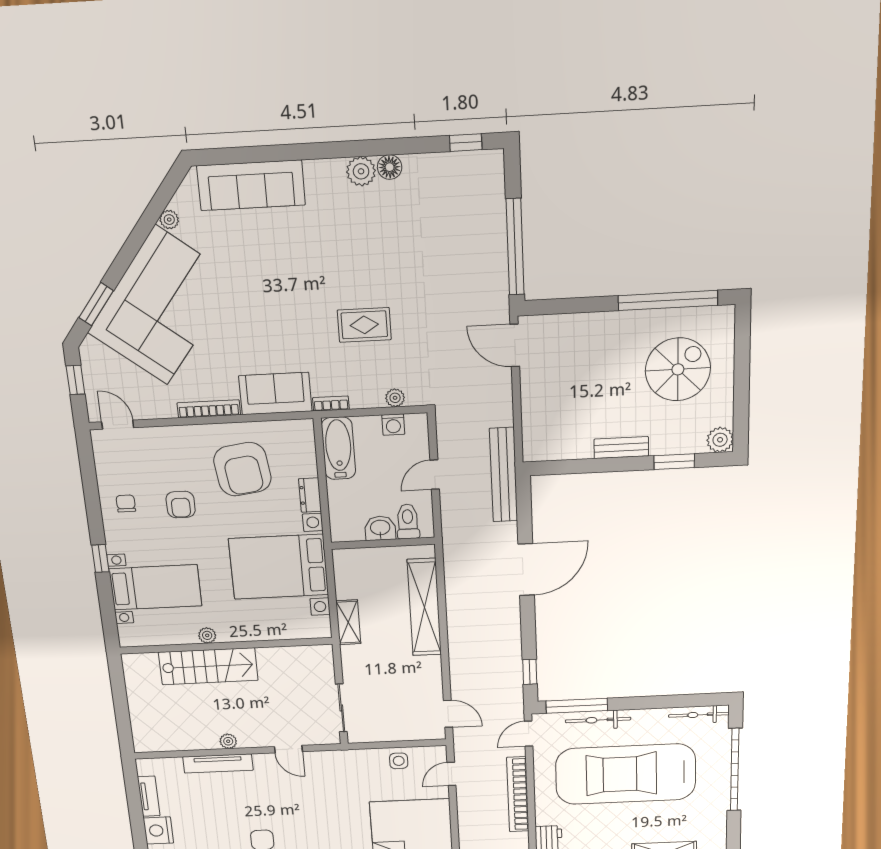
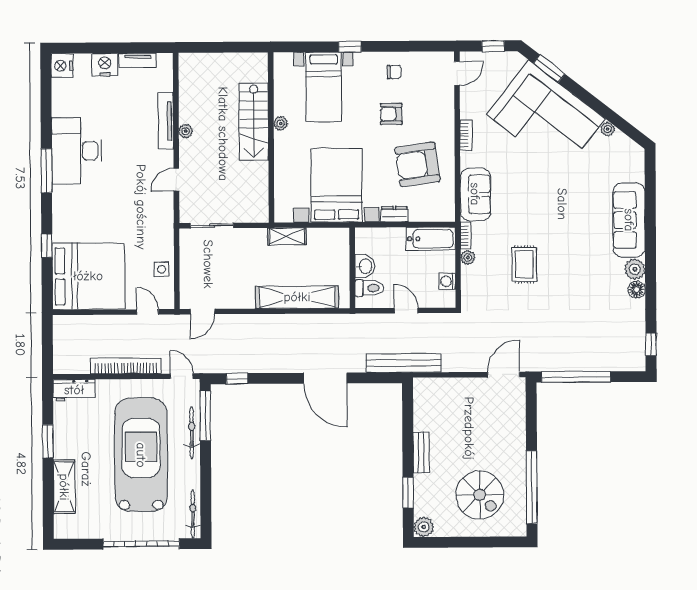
sofa: (251, 185) -> (629, 220), moved
plant: (395, 398) -> (468, 257), moved
bookcase: (209, 409) -> (466, 135), width x0.64

